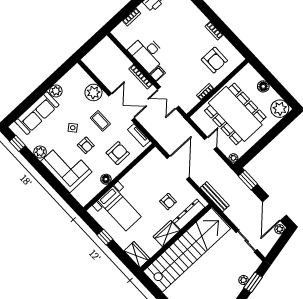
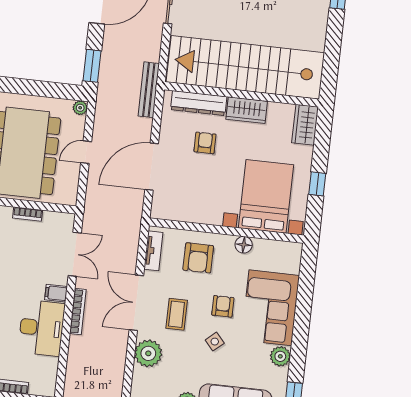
armchair: (118, 153) -> (198, 258), turned -90
bed with nightstands: (119, 209) -> (266, 196), width x1.36

